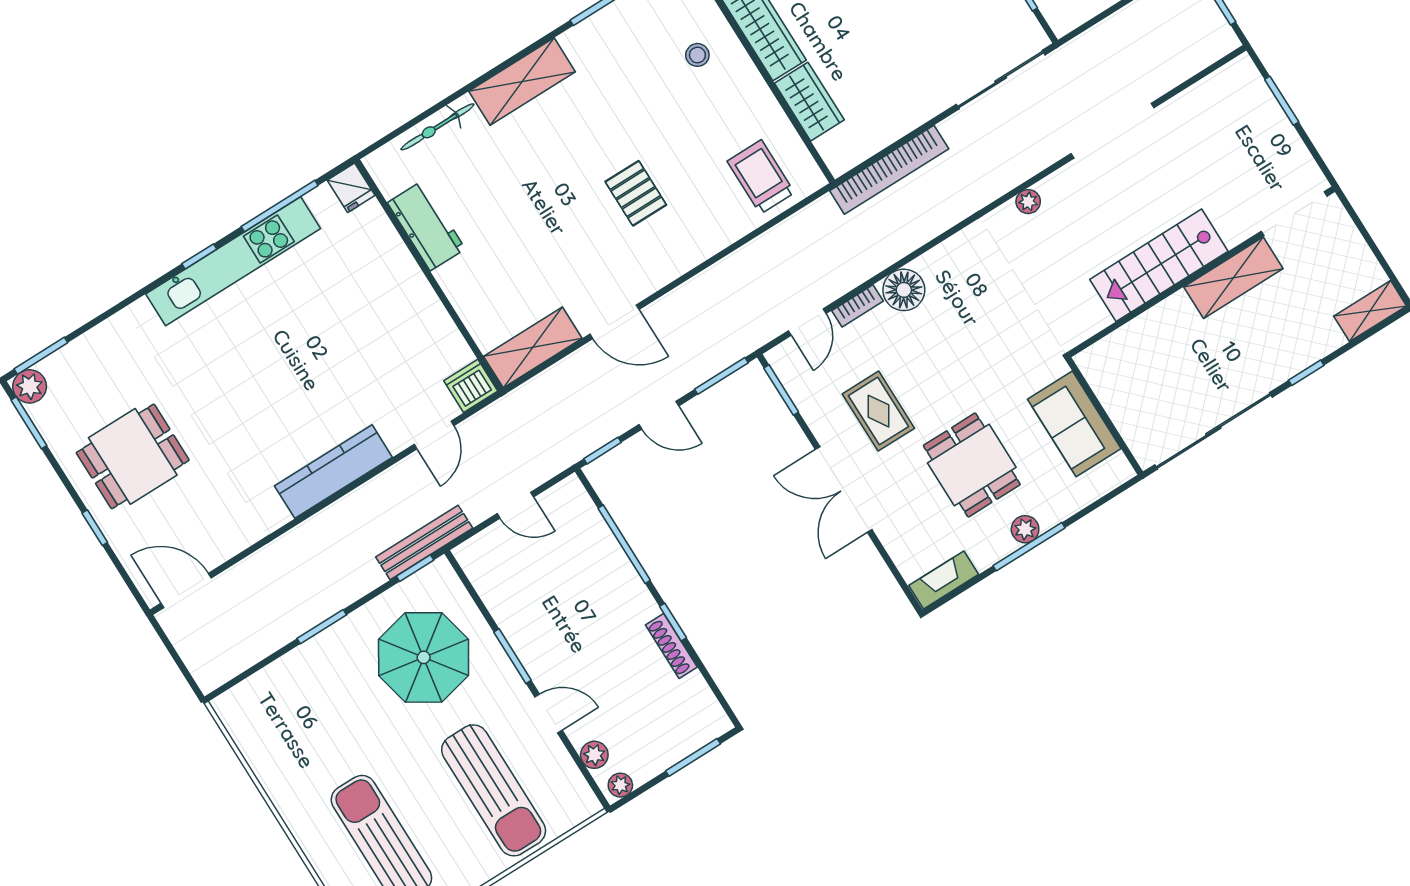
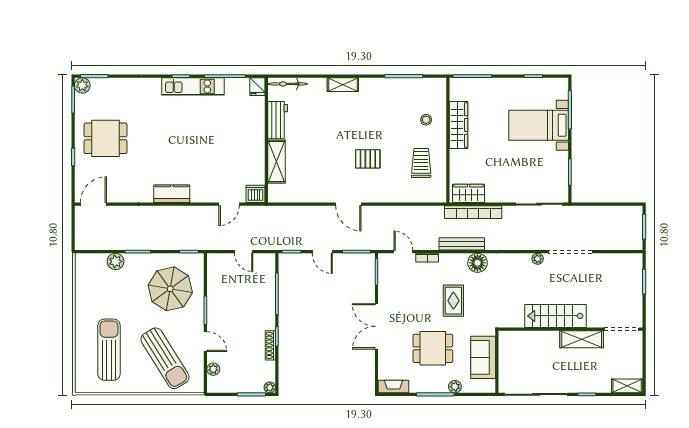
shelving: (522, 82) -> (343, 85), width x0.67, depth x0.75
wardrobe: (809, 102) -> (469, 193), moved, turned -90
bicycle: (437, 127) -> (288, 84), moved
trolley: (761, 177) -> (421, 163), moved
pallet: (636, 193) -> (368, 159), turned 90
plant: (1028, 202) -> (538, 259), moved
kitchen unit: (233, 261) -> (193, 86), width x0.73
floor lamp: (904, 290) -> (477, 263), moved
door: (614, 322) -> (348, 204), moved
door: (807, 322) -> (403, 252), swing flipped
shelving: (533, 347) -> (277, 162), moved, turned 90
rug: (878, 411) -> (453, 301), moved
dining table: (972, 465) -> (433, 348), turned 90
kitchen counter: (333, 472) -> (172, 194), width x0.67
plant: (1025, 529) -> (455, 387), moved
bench: (424, 542) -> (462, 244), moved
door: (186, 590) -> (93, 204), hinge flipped
plant: (292, 670) -> (116, 261), added
plant: (620, 785) -> (270, 387), moved
sun lounger: (494, 790) -> (165, 358), turned -32

